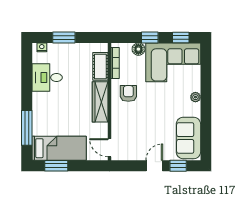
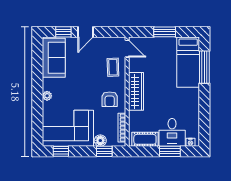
window: (150, 37) -> (104, 151), moved
cot: (100, 66) -> (145, 139), moved, turned 90
desk: (47, 78) -> (172, 132), moved, turned 90
coffee table: (125, 128) -> (113, 67), added
bed: (59, 148) -> (188, 62), moved, turned -90
window: (56, 166) -> (165, 32), moved

